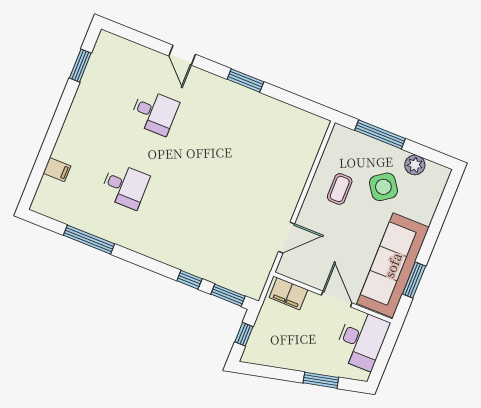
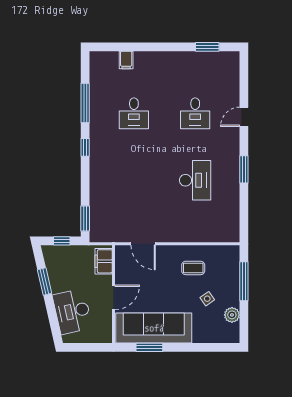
desk: (235, 144) -> (195, 180), added
side table: (383, 187) -> (207, 299), width x0.54, depth x0.54
window: (189, 280) -> (85, 147), moved
desk: (362, 340) -> (72, 311), moved, turned 77
window: (321, 380) -> (45, 282), moved

